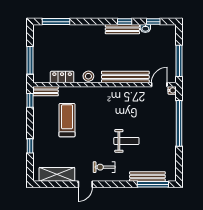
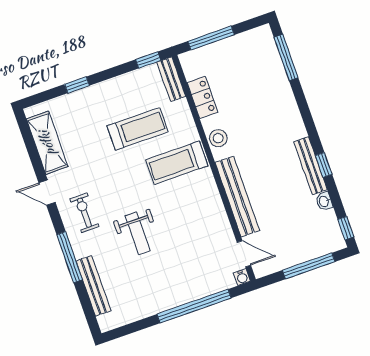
window: (153, 22) -> (346, 228), moved
window: (179, 61) -> (309, 266), moved
treadmill: (94, 105) -> (177, 163), added
window: (153, 184) -> (70, 257), moved

